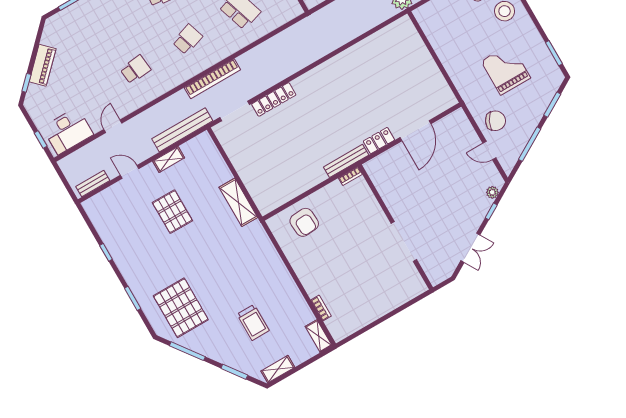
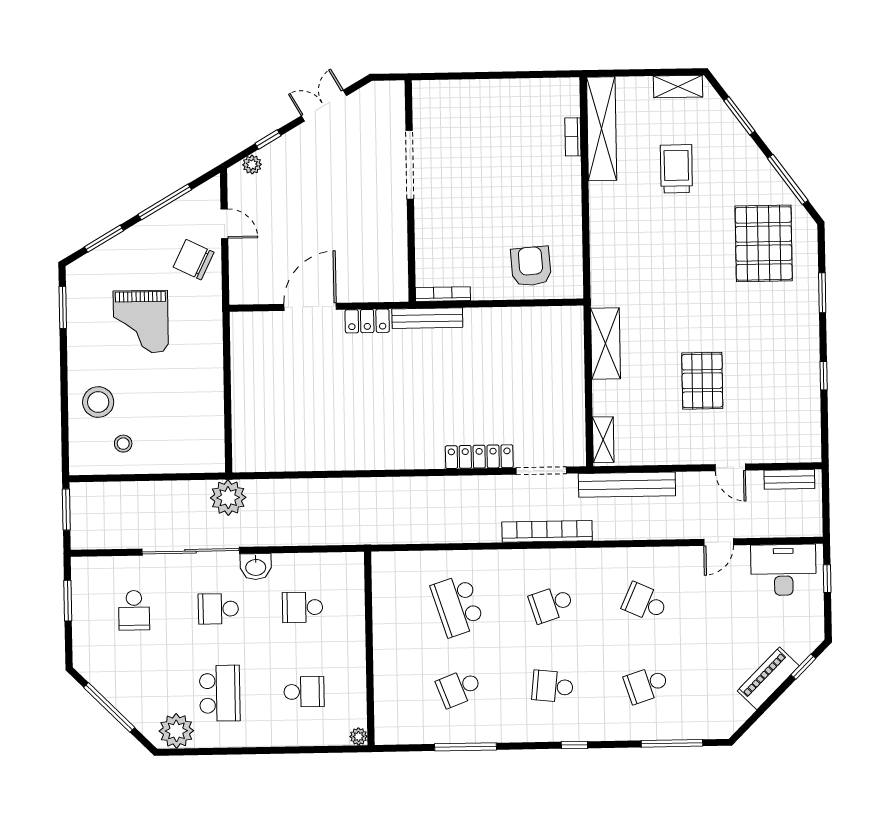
school desk: (109, 24) -> (646, 685), added
school desk: (135, 69) -> (645, 602), turned 30
shelving: (169, 159) -> (603, 440), moved, turned 90
bookcase: (350, 176) -> (443, 294), width x1.56
shelving: (319, 336) -> (602, 129), width x2.20, depth x1.33

